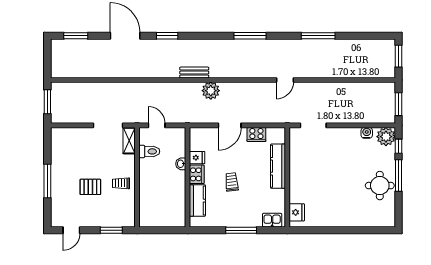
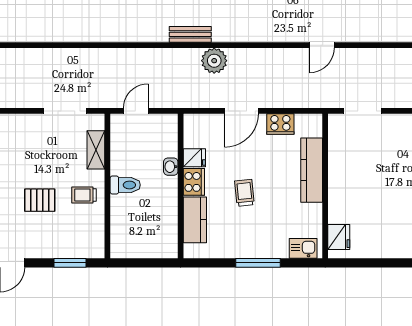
door: (157, 125) -> (136, 111), hinge flipped
shelving: (129, 141) -> (96, 150), moved
toilet: (149, 151) -> (125, 185), moved

